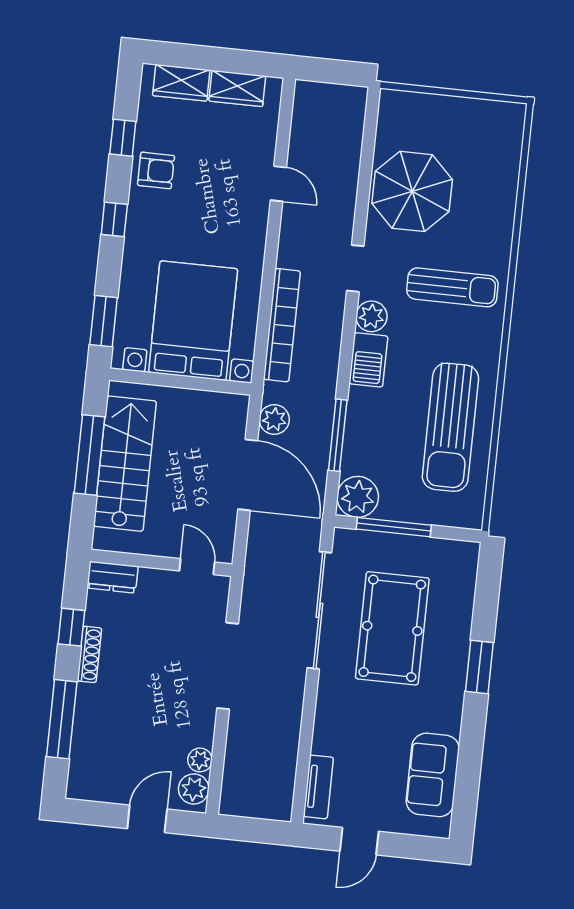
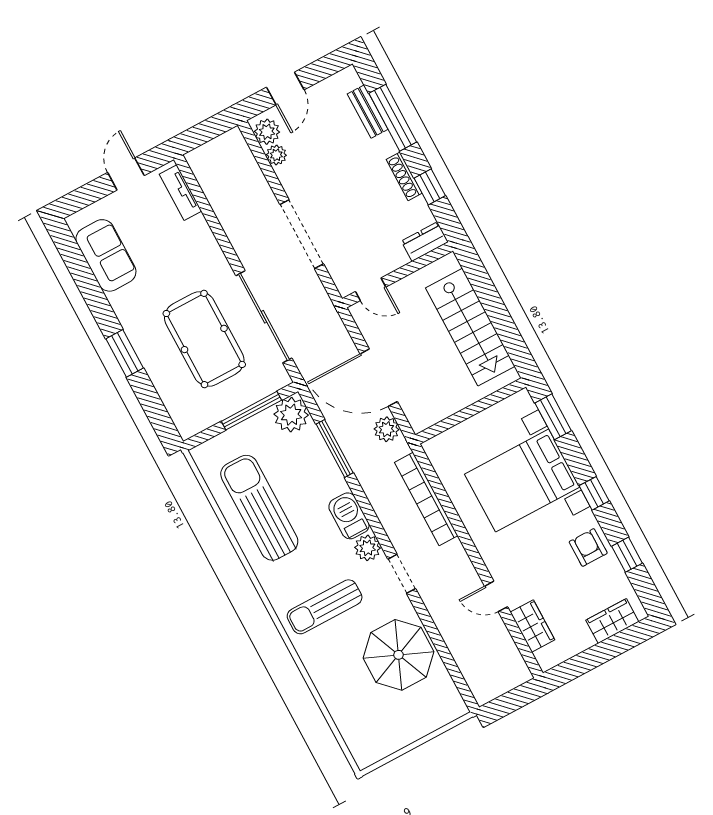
wardrobe: (237, 88) -> (532, 626), moved, turned 90
armchair: (156, 170) -> (588, 548), turned 90
bed with nightstands: (193, 321) -> (522, 481), moved, turned 90
window: (90, 455) -> (499, 316), removed
bench: (82, 742) -> (368, 112), added

